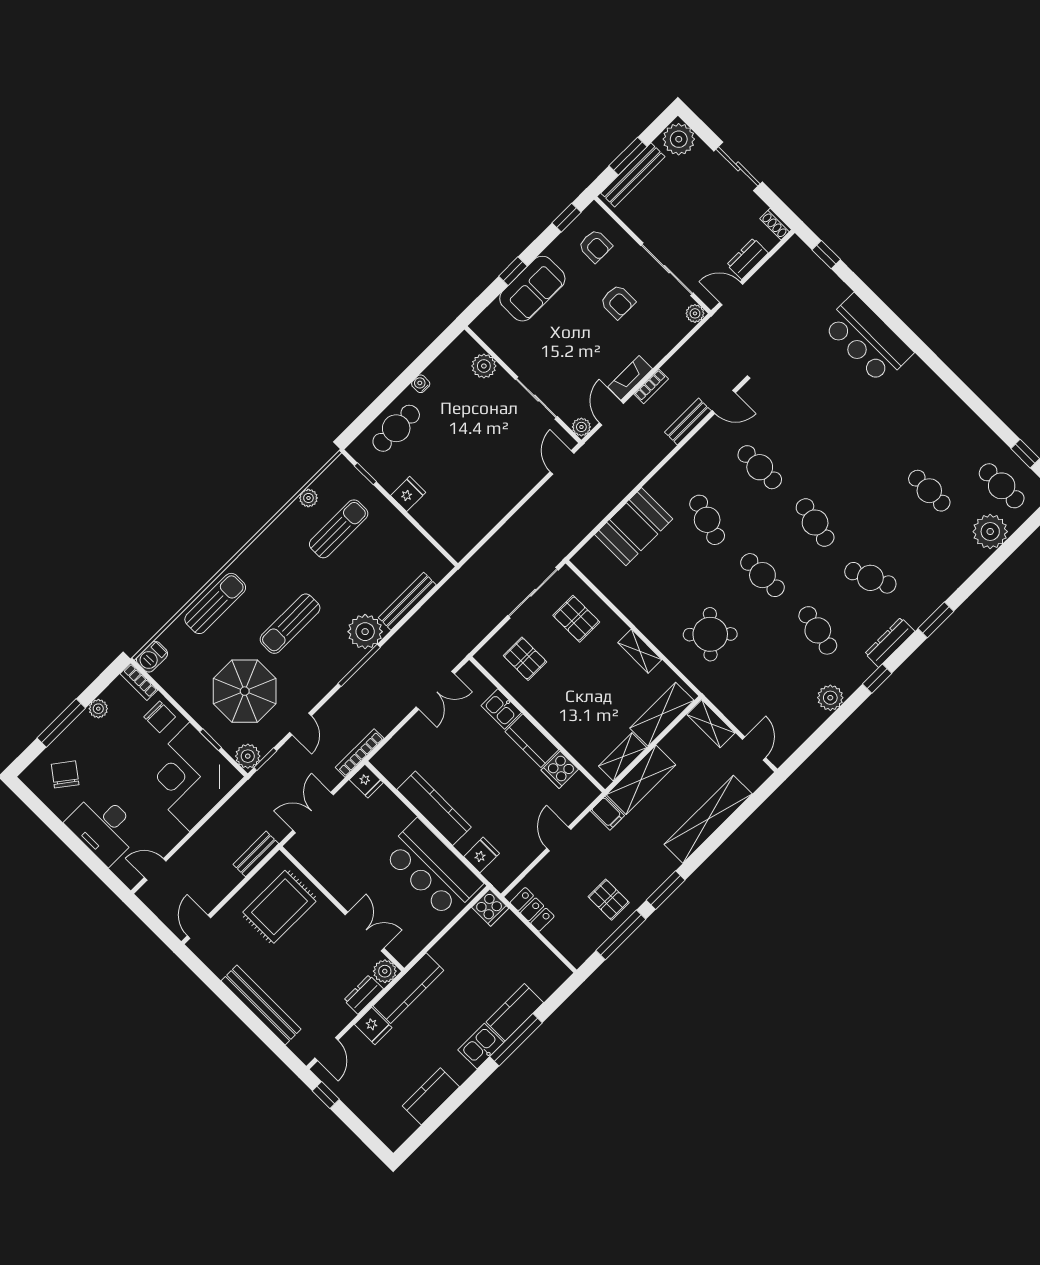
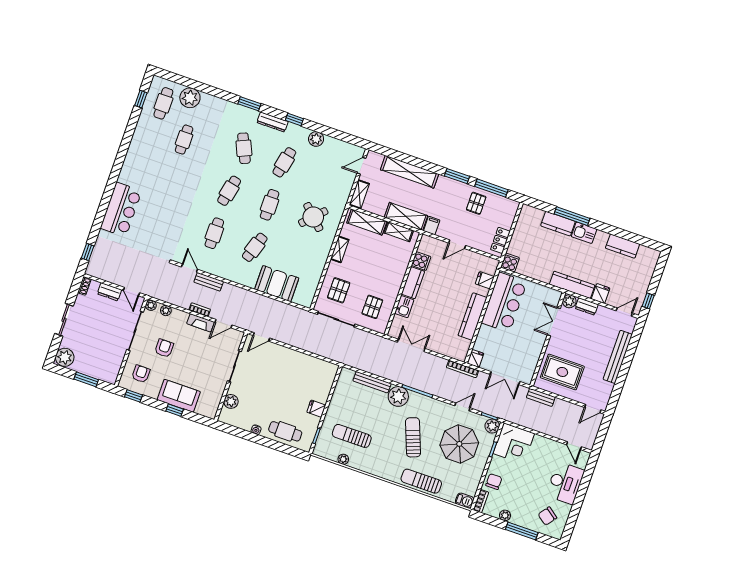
bench: (633, 175) -> (95, 372), removed
plant: (581, 427) -> (166, 310), moved
sun lounger: (290, 624) -> (413, 437), turned -111
corner desk: (190, 777) -> (514, 443), width x0.74, depth x0.74

